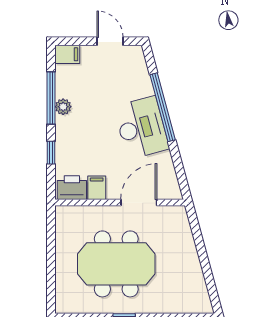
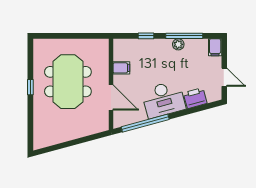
door: (110, 41) -> (224, 77), hinge flipped
window: (163, 107) -> (145, 123), moved
printer: (72, 188) -> (195, 98), moved, turned -105

